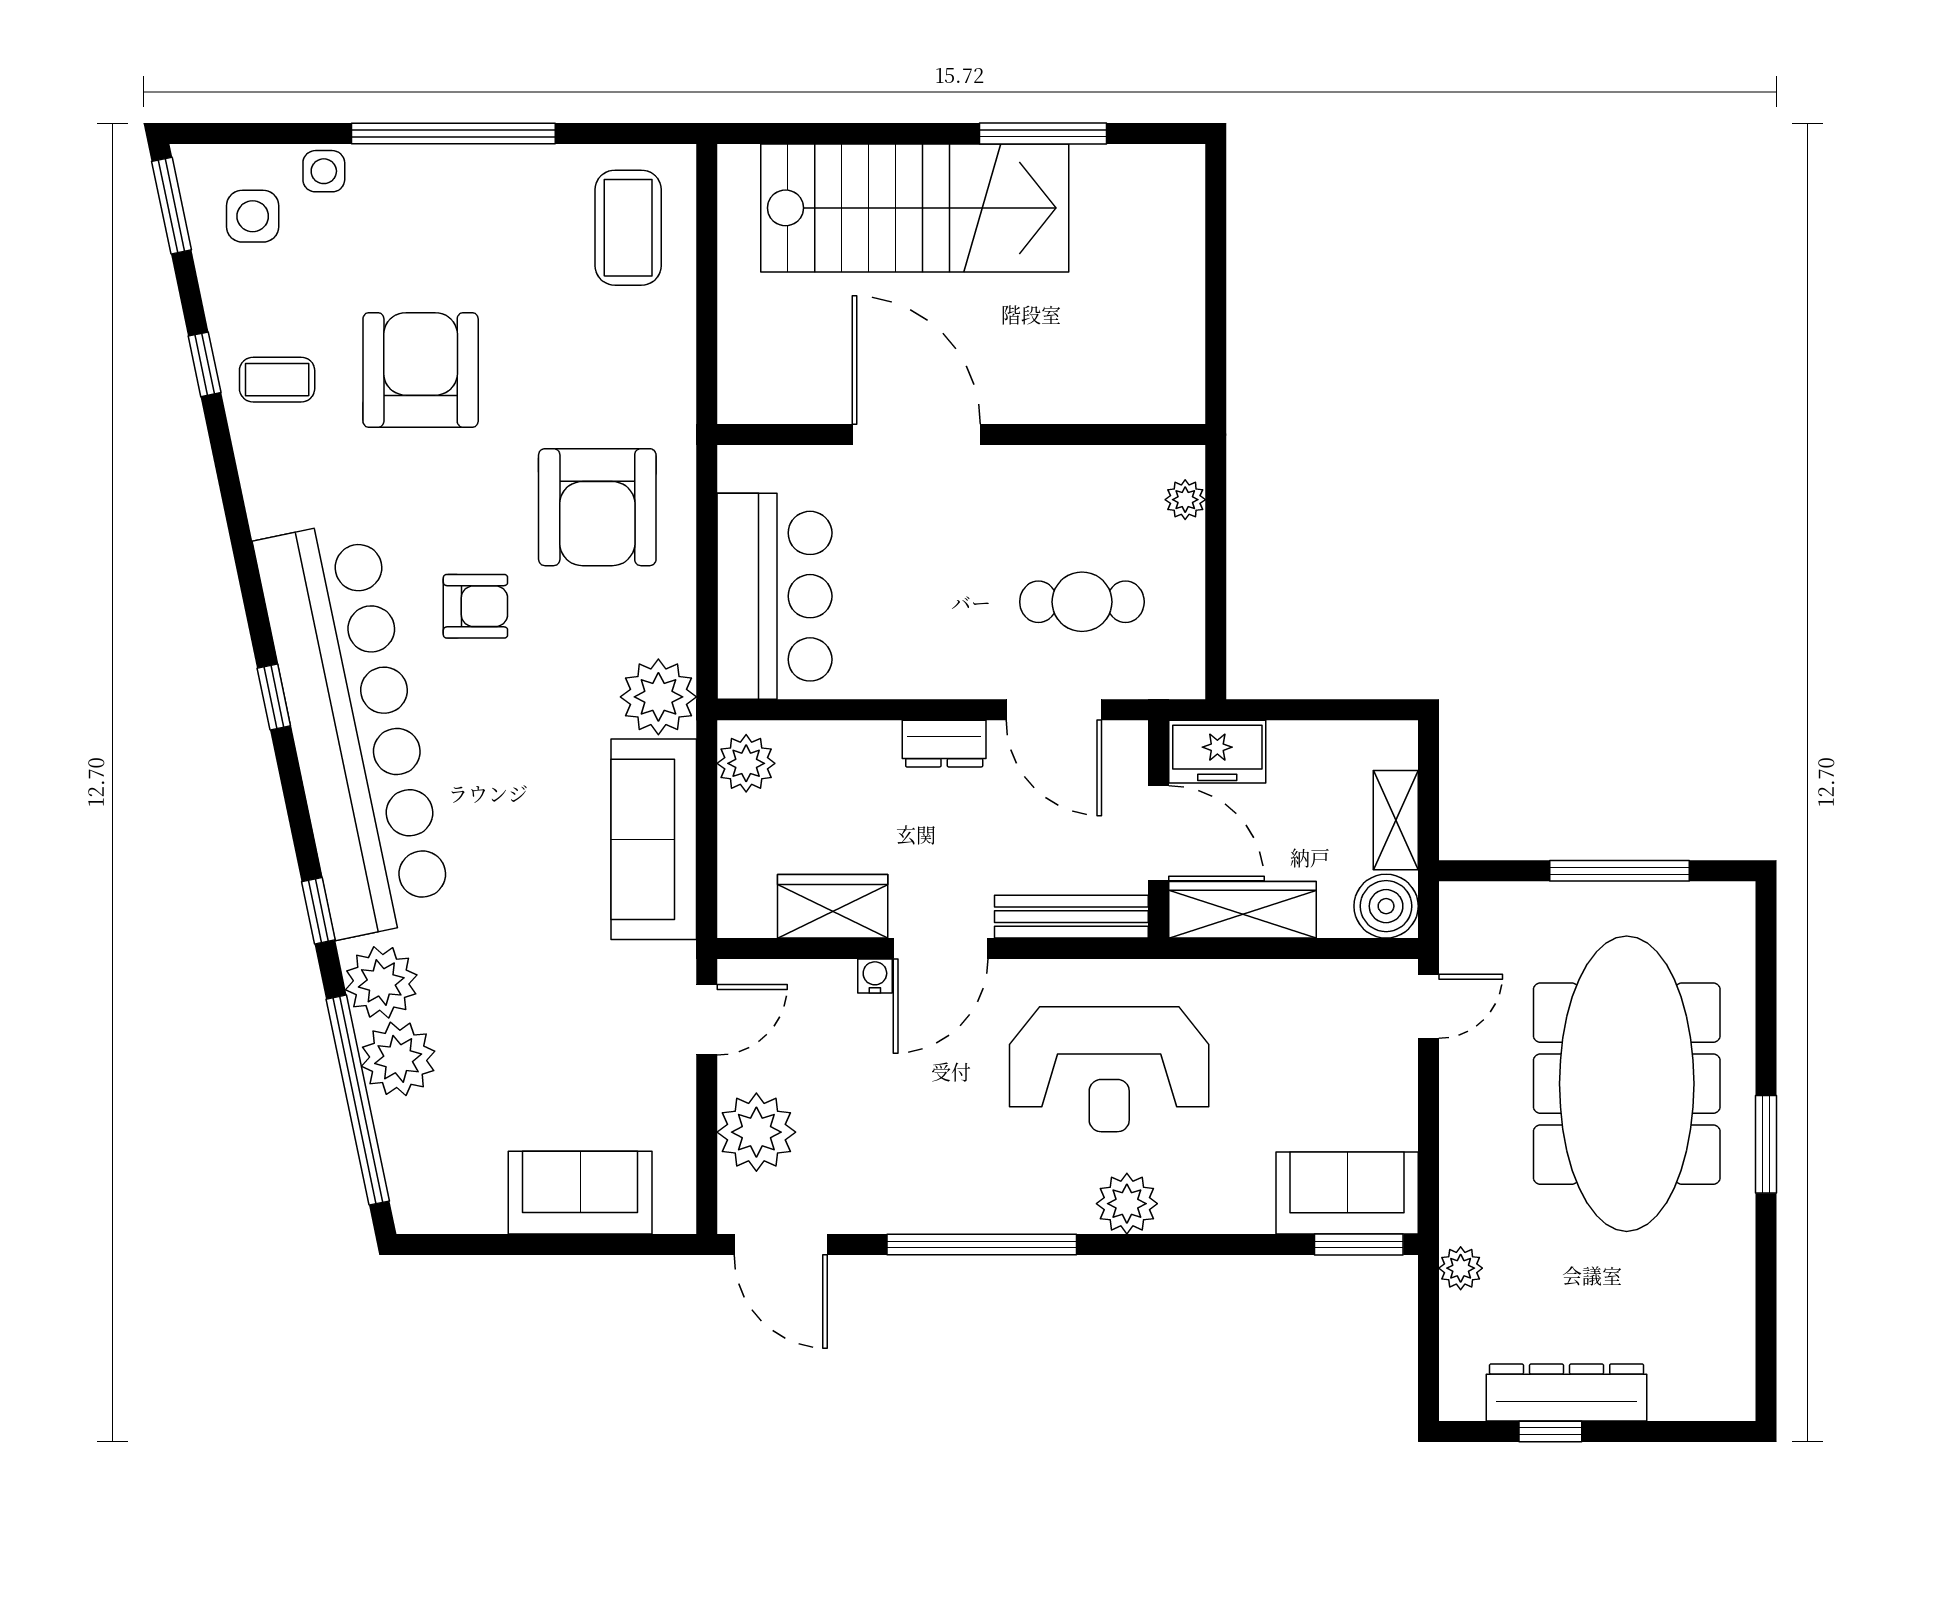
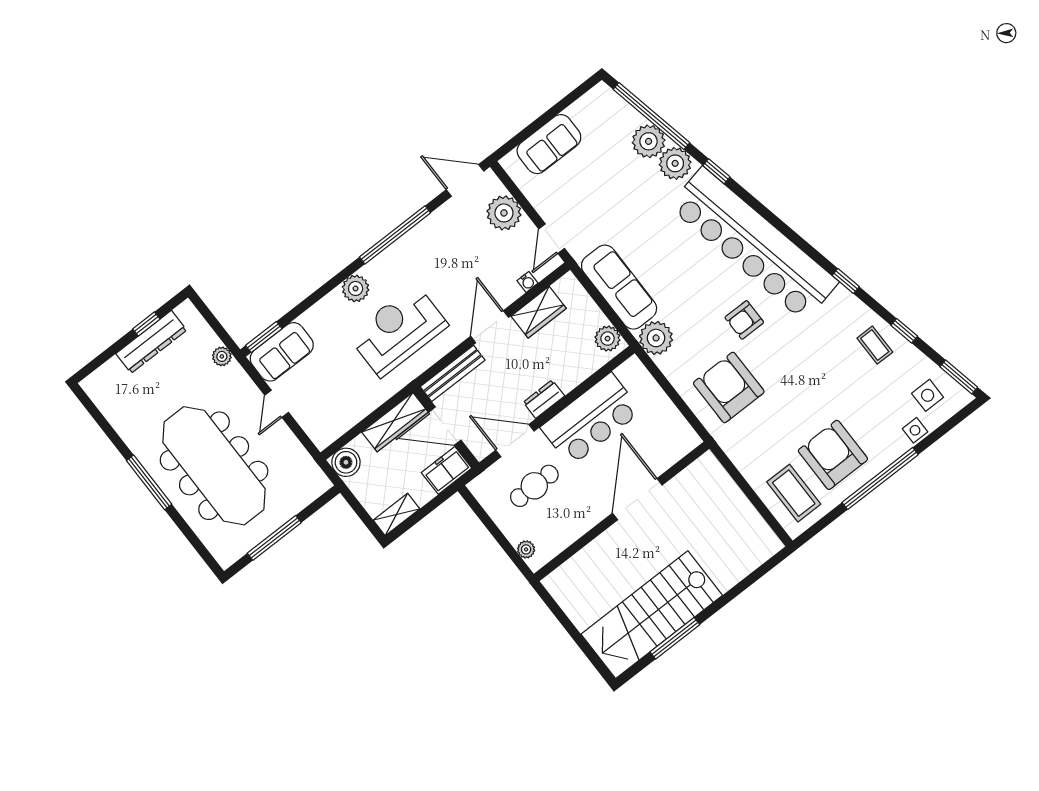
stairs: (915, 208) -> (652, 615), moved
armchair: (421, 370) -> (833, 455), moved, turned 180
coffee table: (277, 380) -> (875, 345), turned 90
door: (916, 435) -> (637, 499), swing flipped
bar counter: (775, 596) -> (591, 419), moved, turned -90
window: (274, 697) -> (846, 281), moved
shelving: (1396, 820) -> (396, 514), moved, turned 90
water cooler: (875, 976) -> (527, 282), moved
door: (1429, 1006) -> (277, 404), moved
window: (1766, 1144) -> (149, 482), width x1.44

